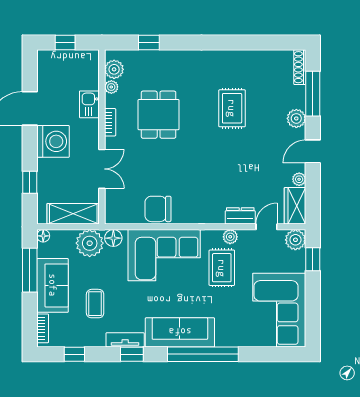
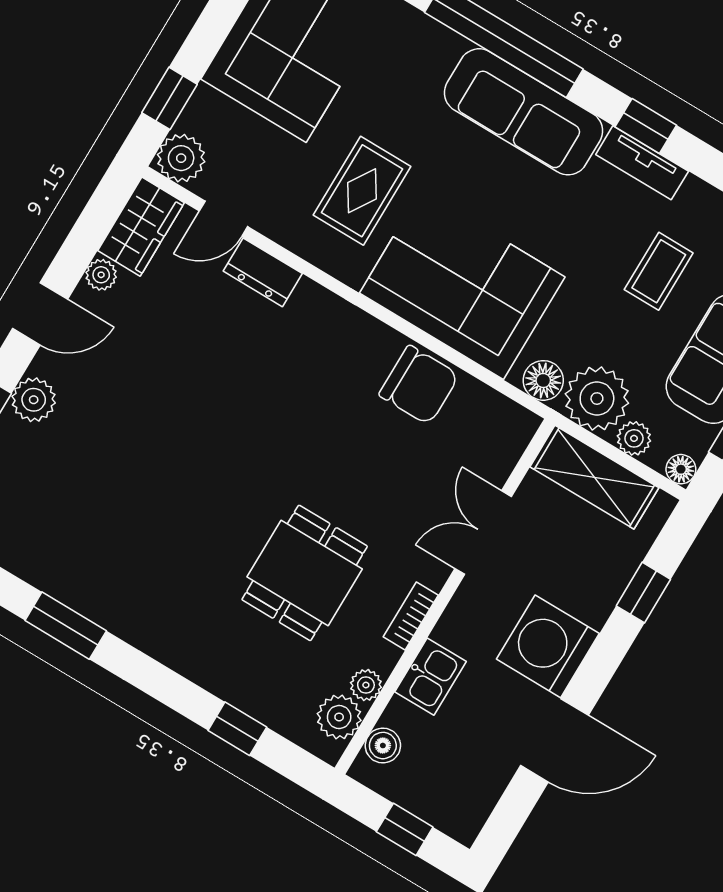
window: (235, 43) -> (66, 626), added
boiler: (92, 69) -> (383, 746), added
rug: (232, 108) -> (150, 497), removed
plant: (230, 237) -> (634, 438), moved

